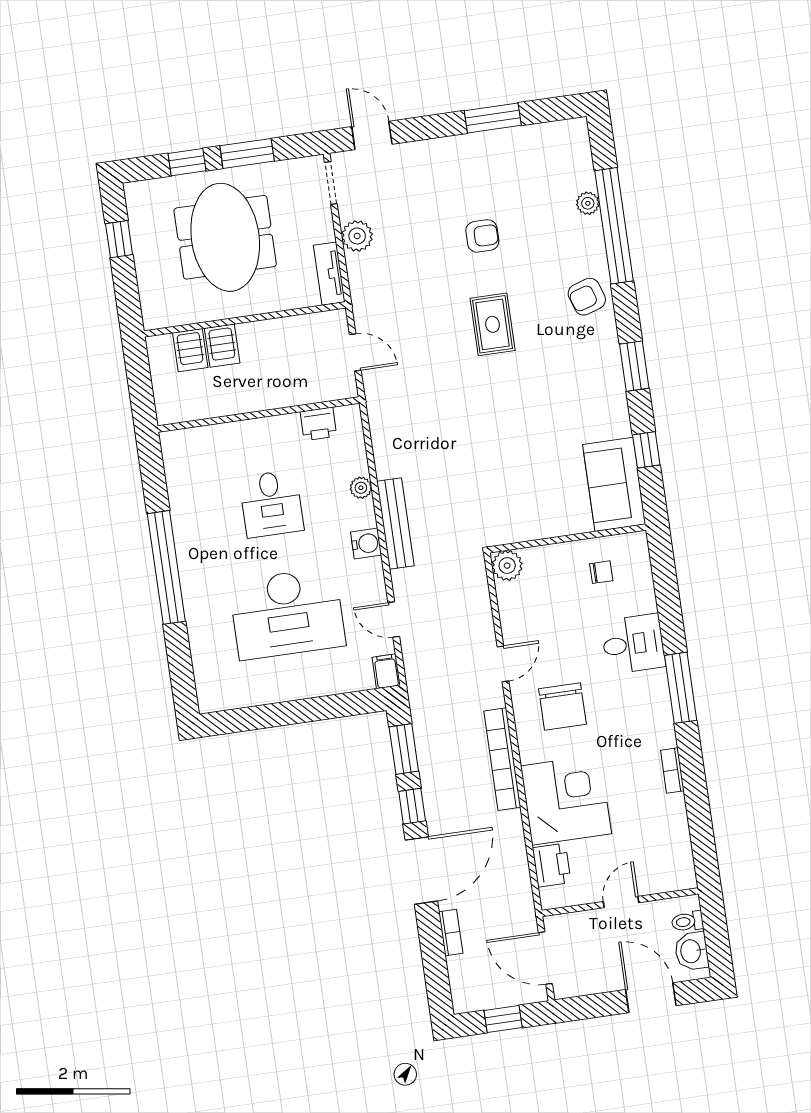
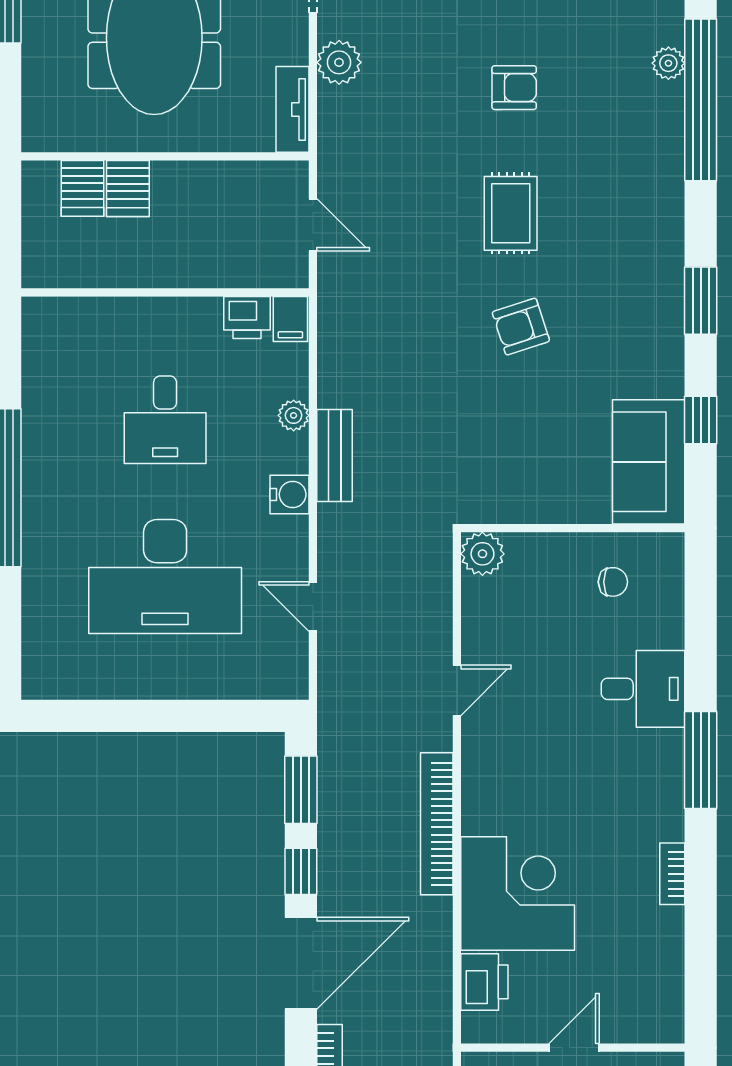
armchair: (587, 297) -> (521, 327), moved
bench: (395, 523) -> (335, 456), width x0.73
filing cabinet: (386, 671) -> (290, 319), moved, turned 180
chair: (562, 707) -> (531, 762), removed

